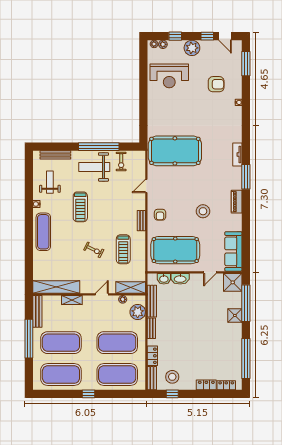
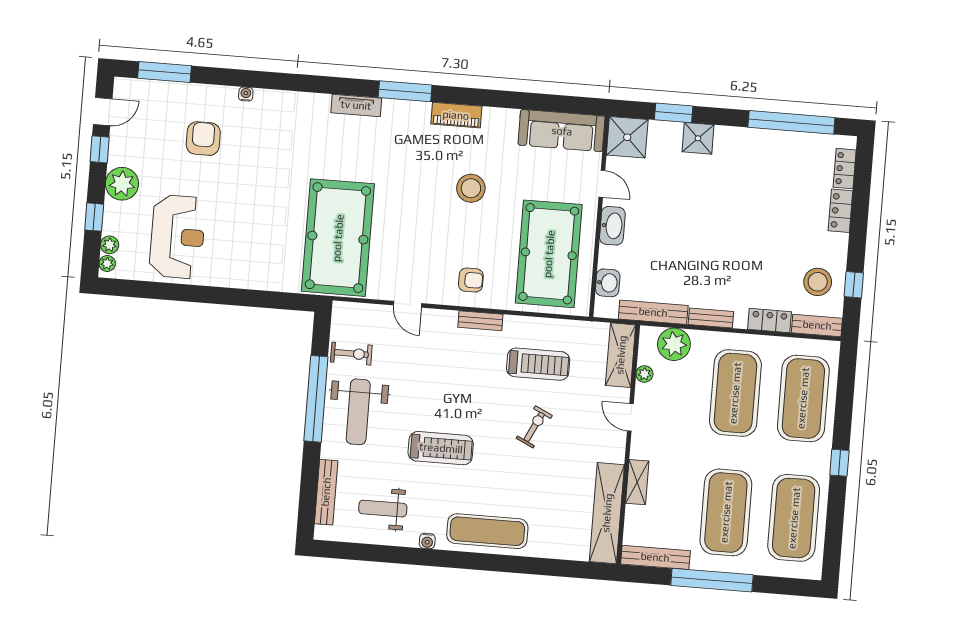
washbasin: (180, 279) -> (612, 226), moved
window: (246, 303) -> (674, 113), width x0.47

